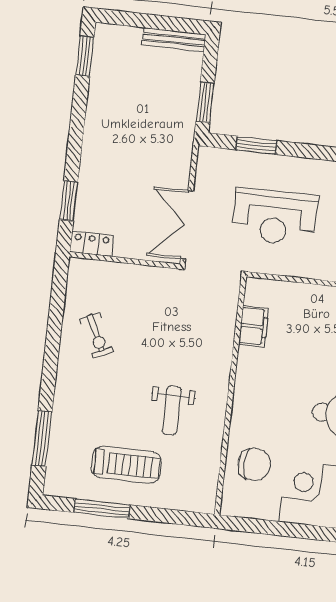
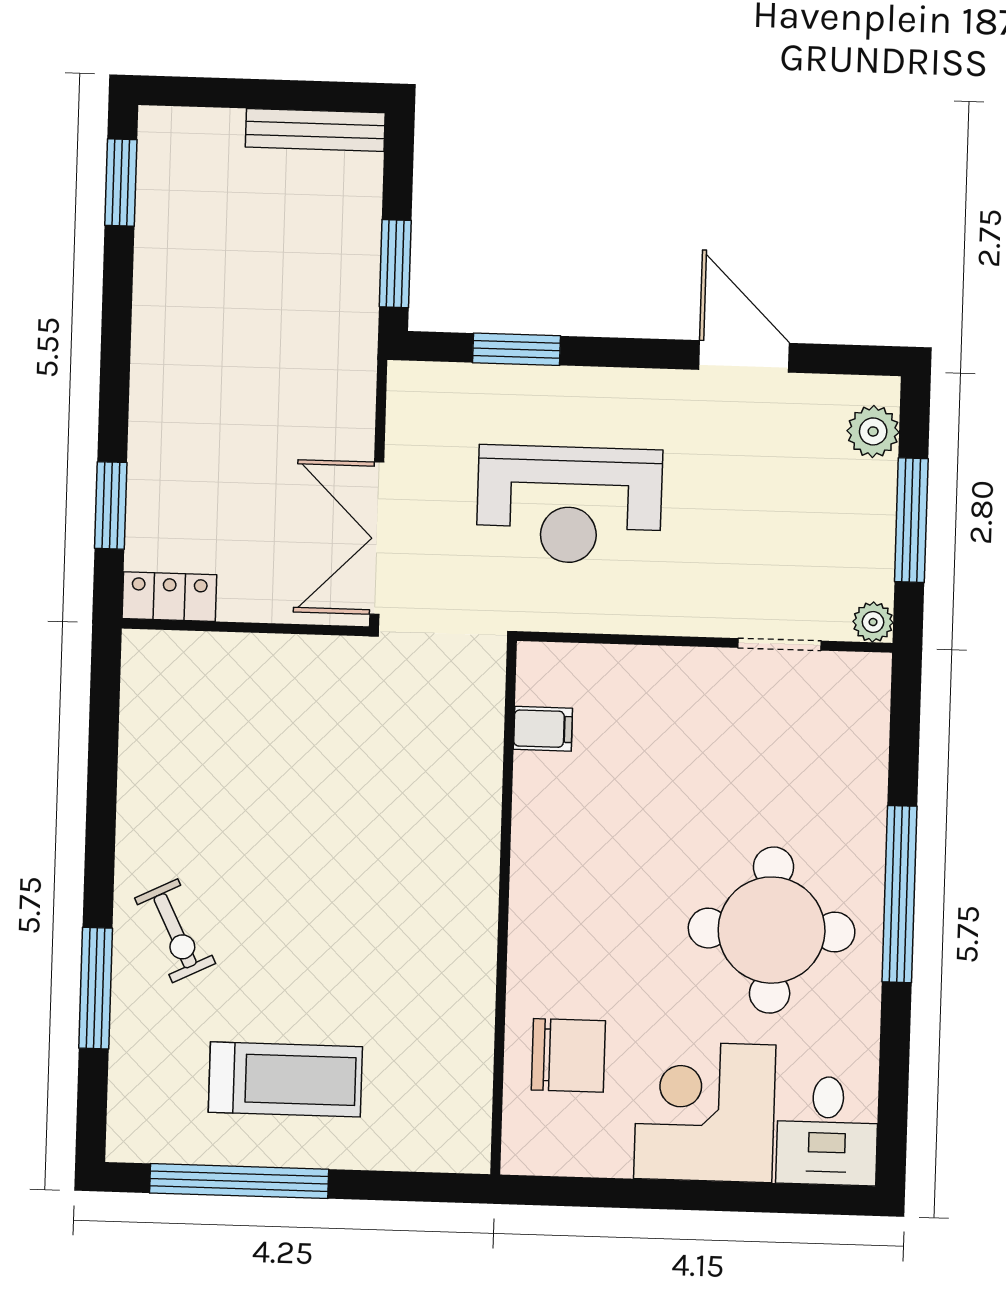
filing cabinet: (253, 326) -> (543, 729), width x0.50
exercise bike: (96, 335) -> (175, 931), moved
weight bench: (172, 410) -> (377, 951), removed
window: (42, 438) -> (96, 988), moved
window: (102, 509) -> (239, 1181), width x1.46

